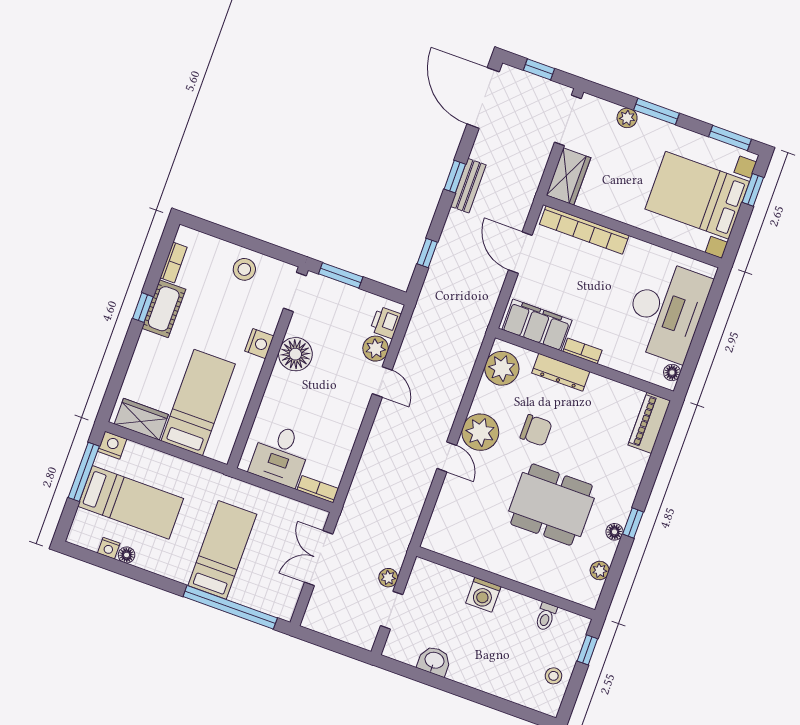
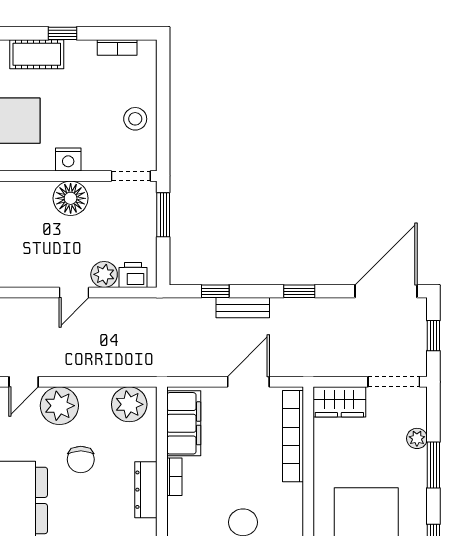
bench: (468, 186) -> (243, 308), moved
cot: (164, 309) -> (37, 54), moved
dresser: (561, 372) -> (146, 490), moved

